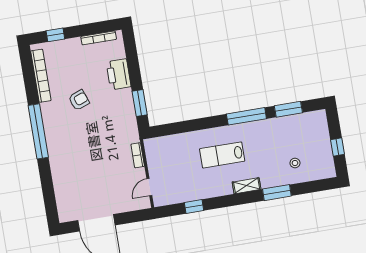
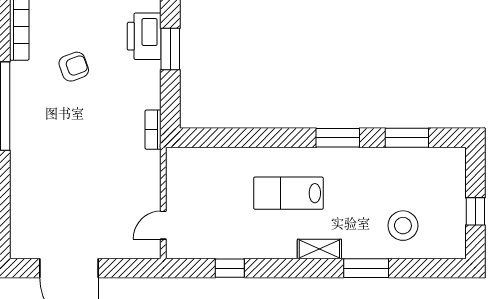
window: (140, 103) -> (170, 49), moved
window: (246, 116) -> (338, 138), width x0.69
bookcase: (138, 155) -> (153, 130), moved
stool: (295, 163) -> (403, 226), width x1.89, depth x1.89

